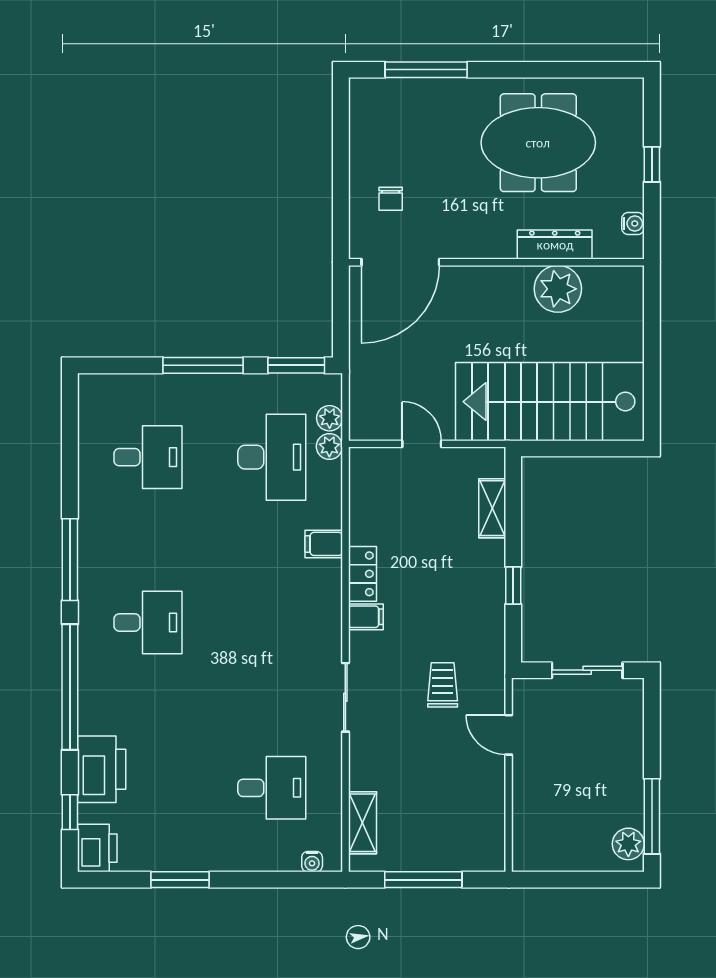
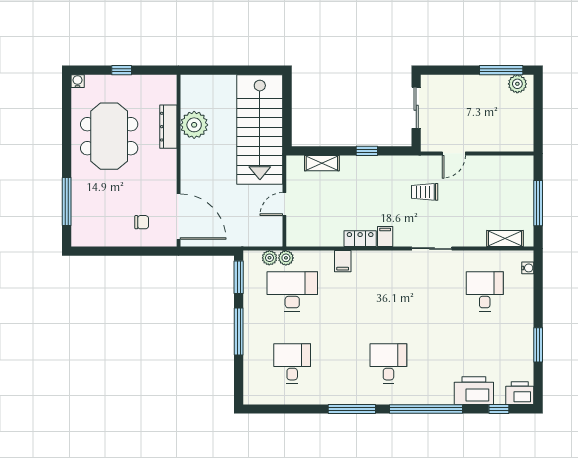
water cooler: (633, 223) -> (78, 81), moved

